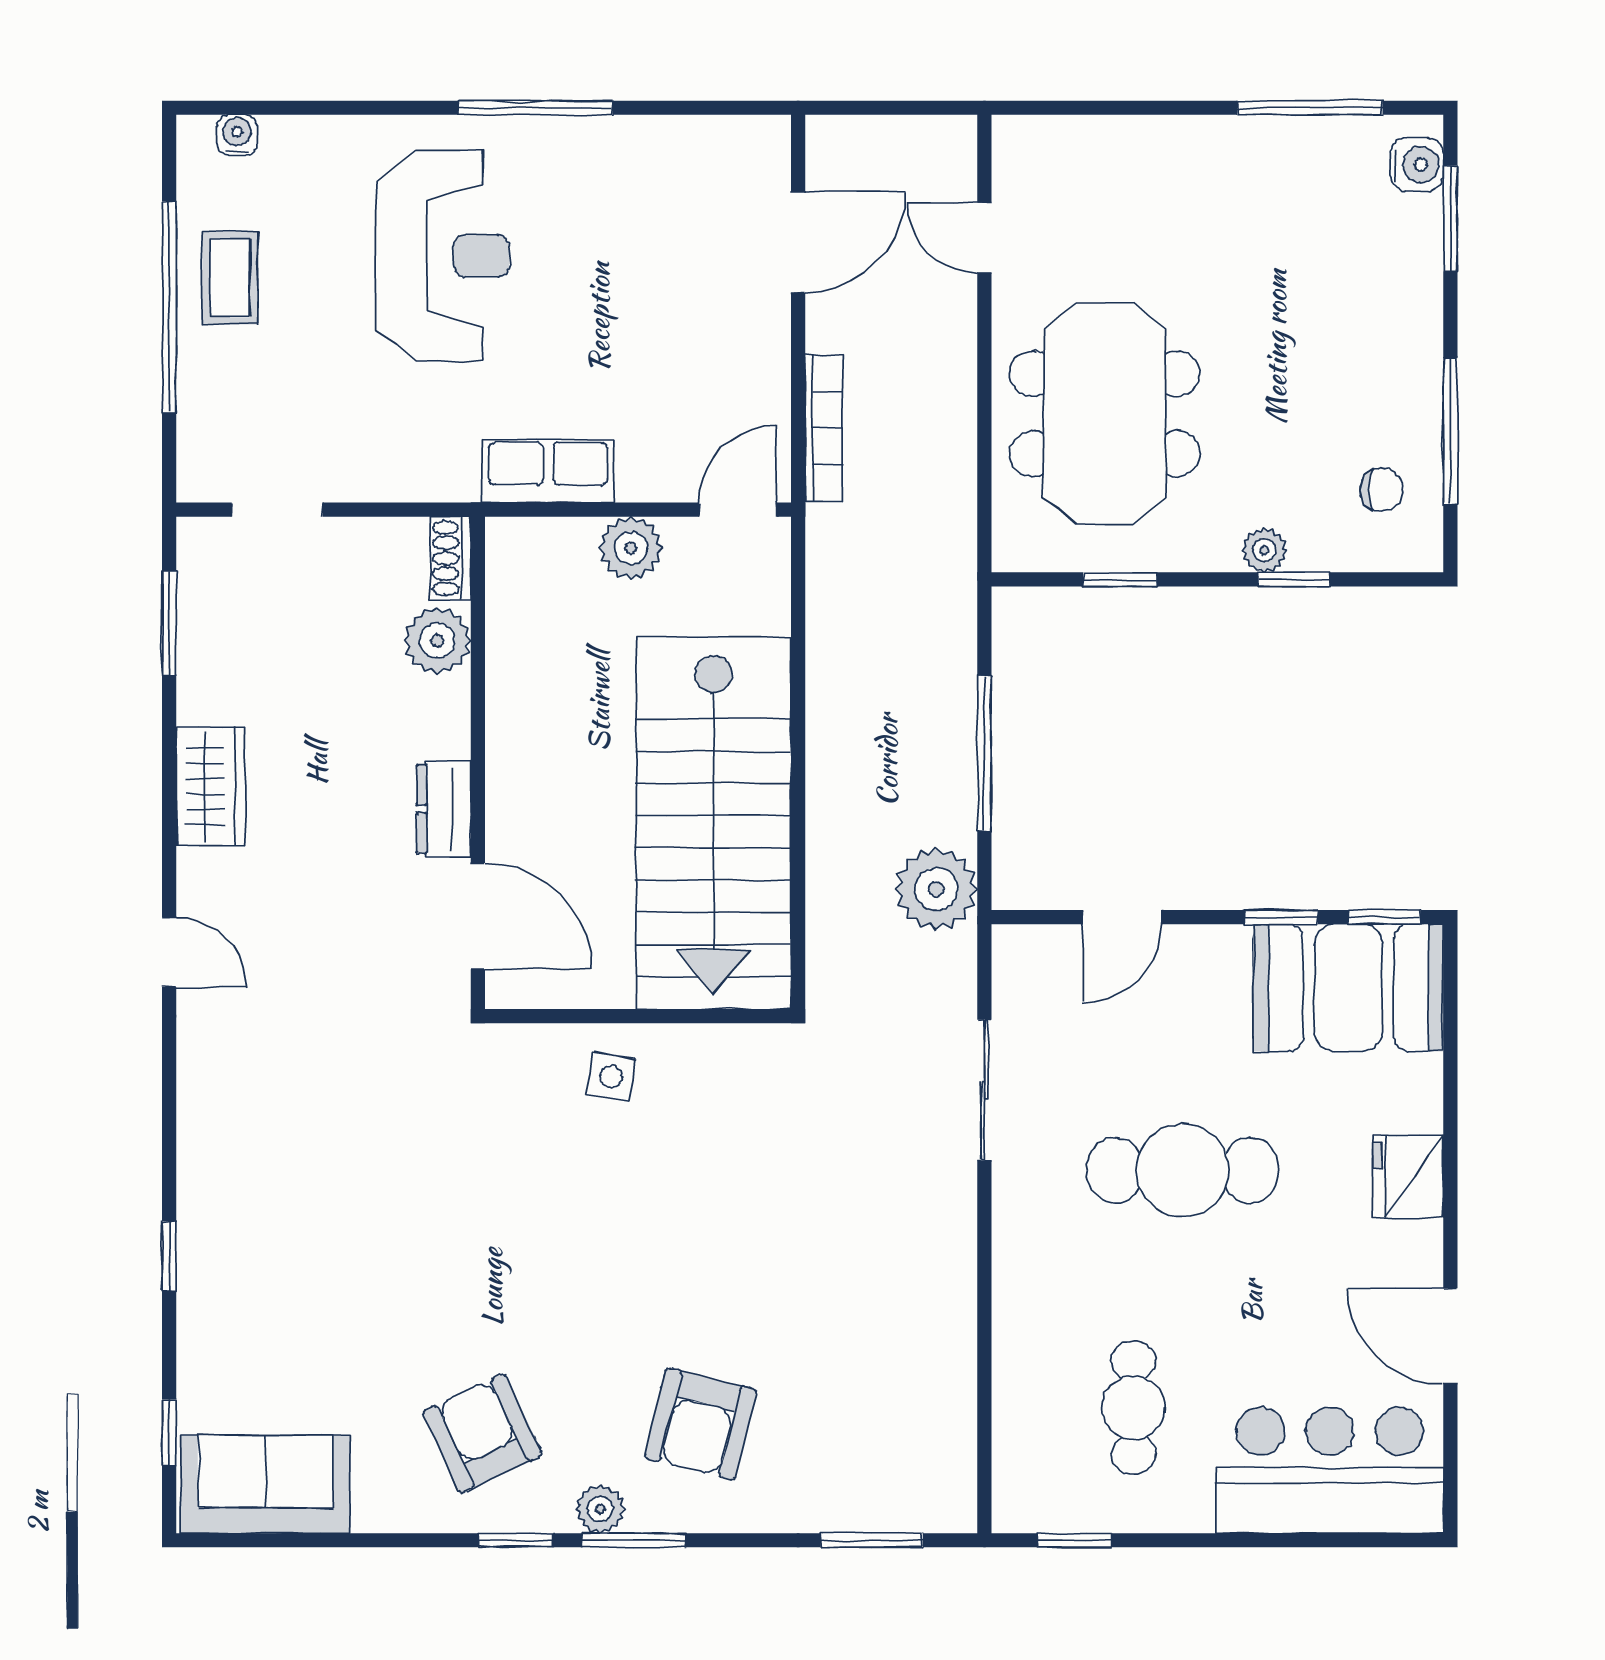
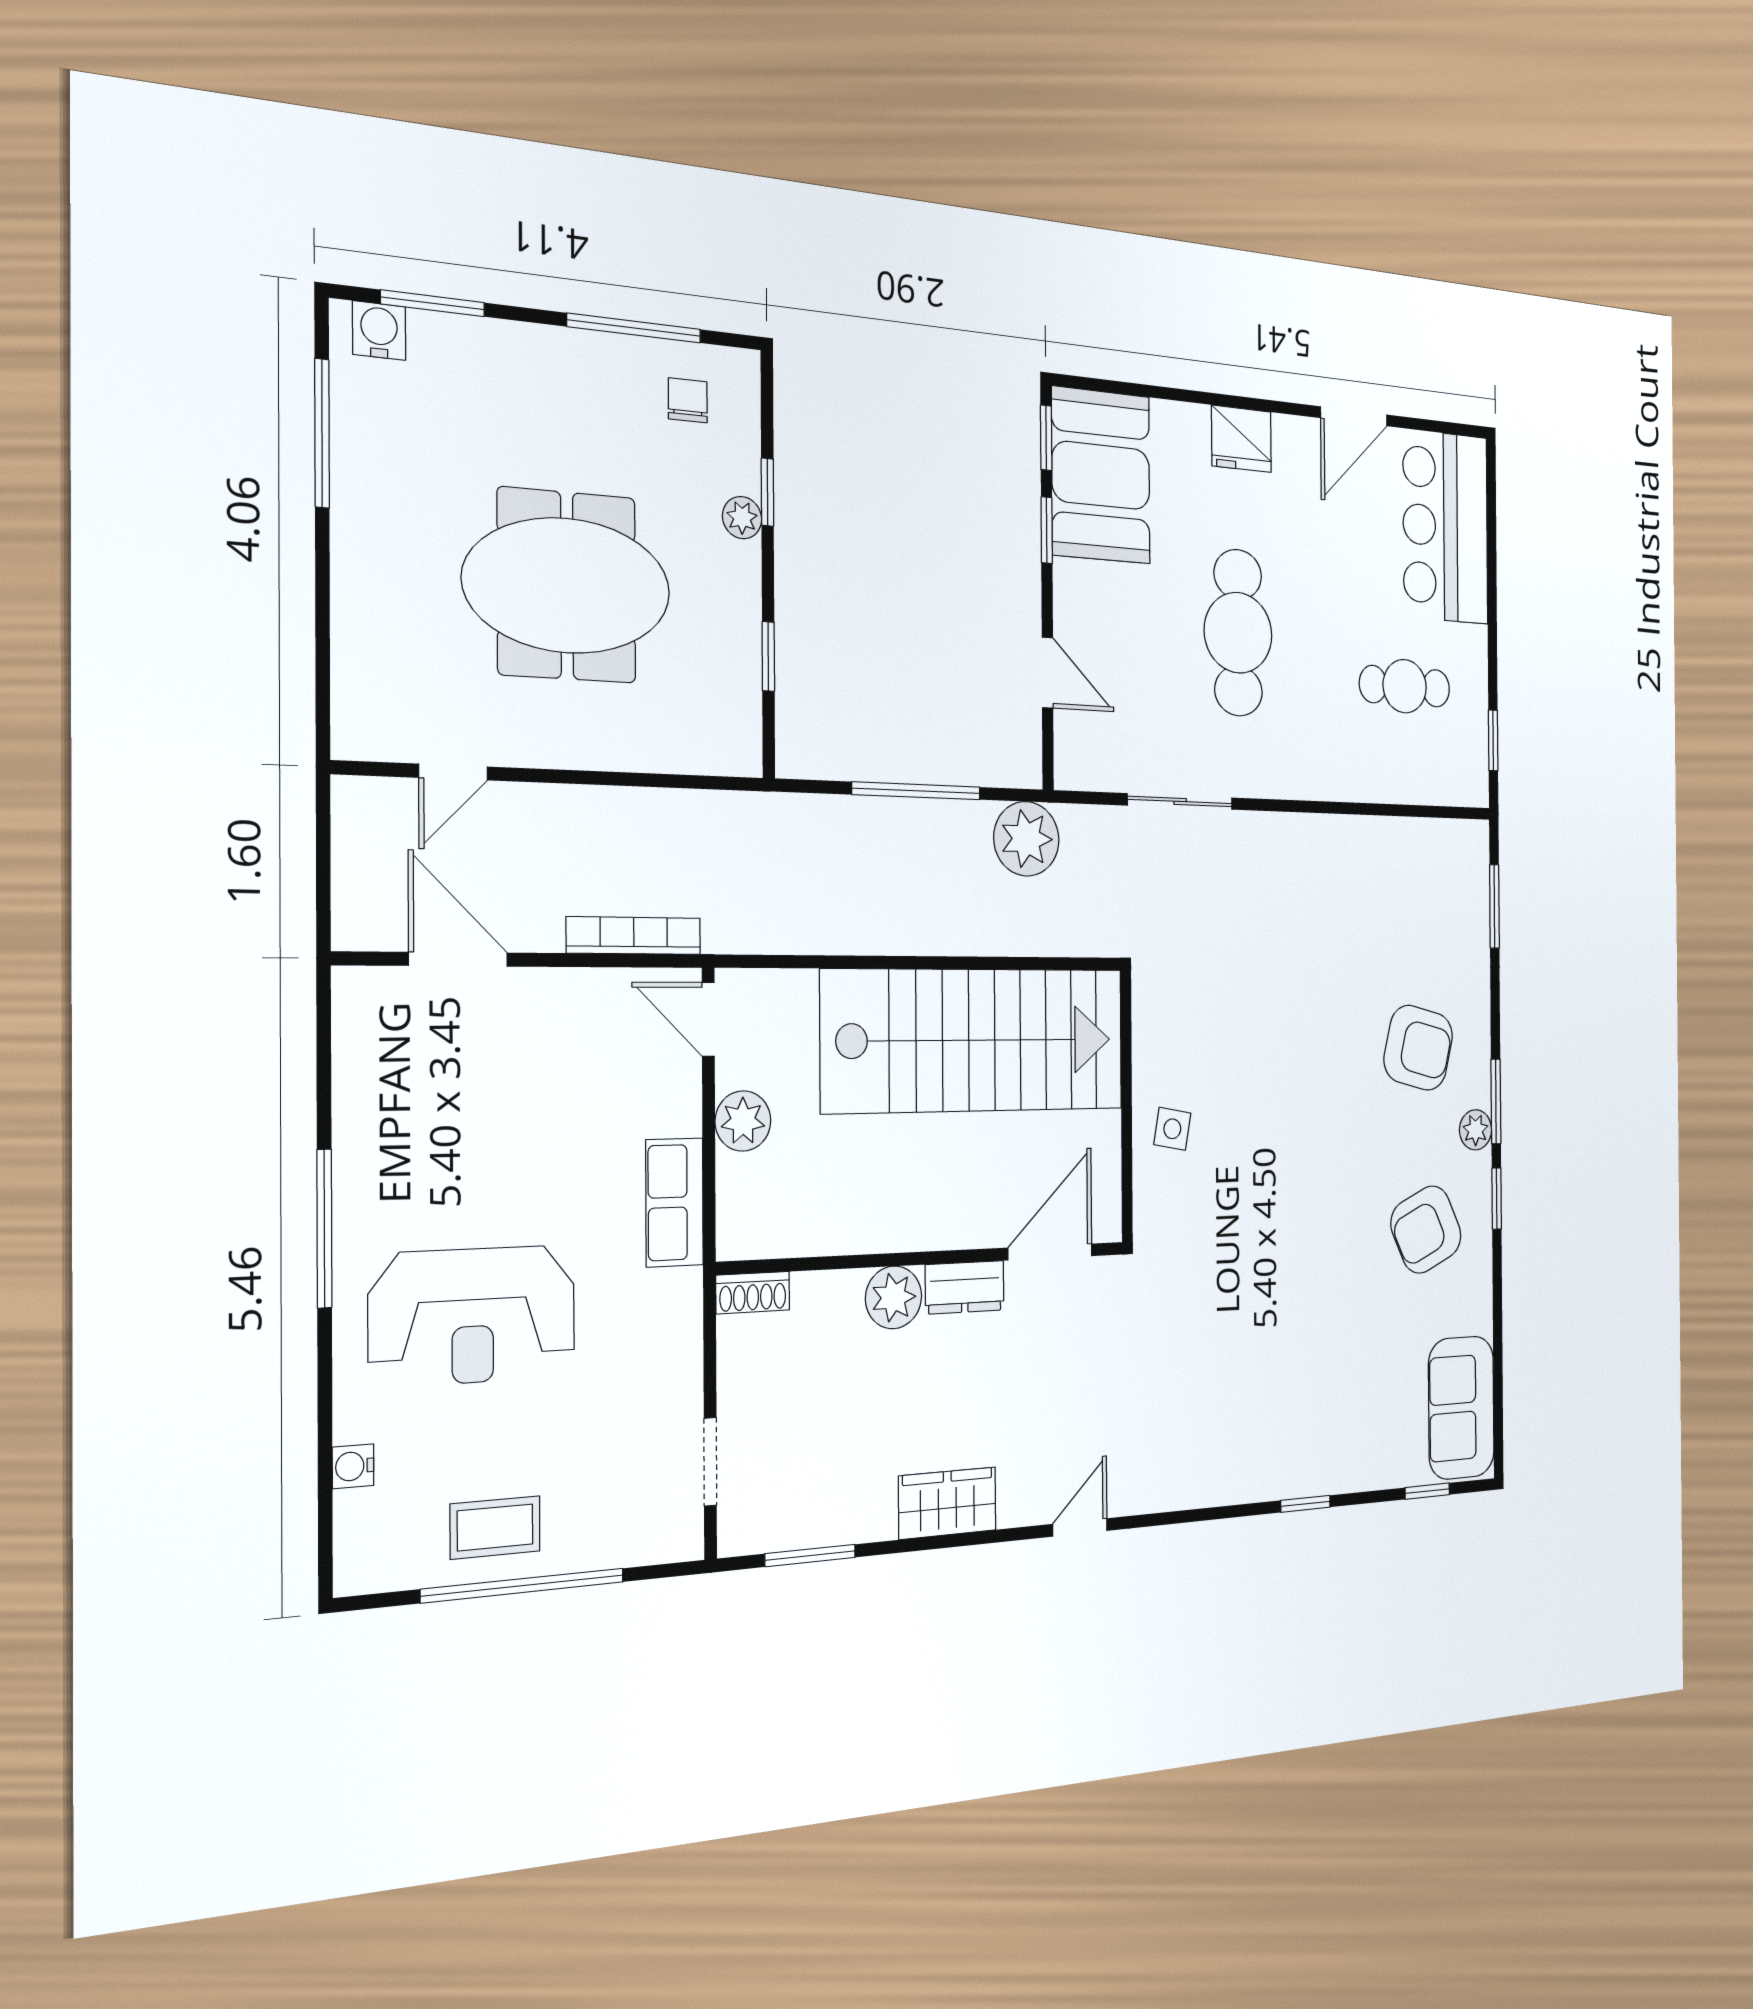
water cooler: (237, 135) -> (353, 1466), moved
reception desk: (443, 256) -> (473, 1316), turned 180
meeting table: (1105, 414) -> (567, 586), moved
plant: (437, 641) -> (894, 1297), moved

